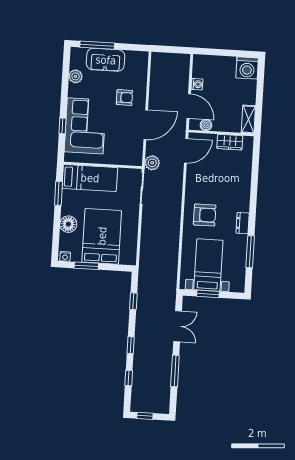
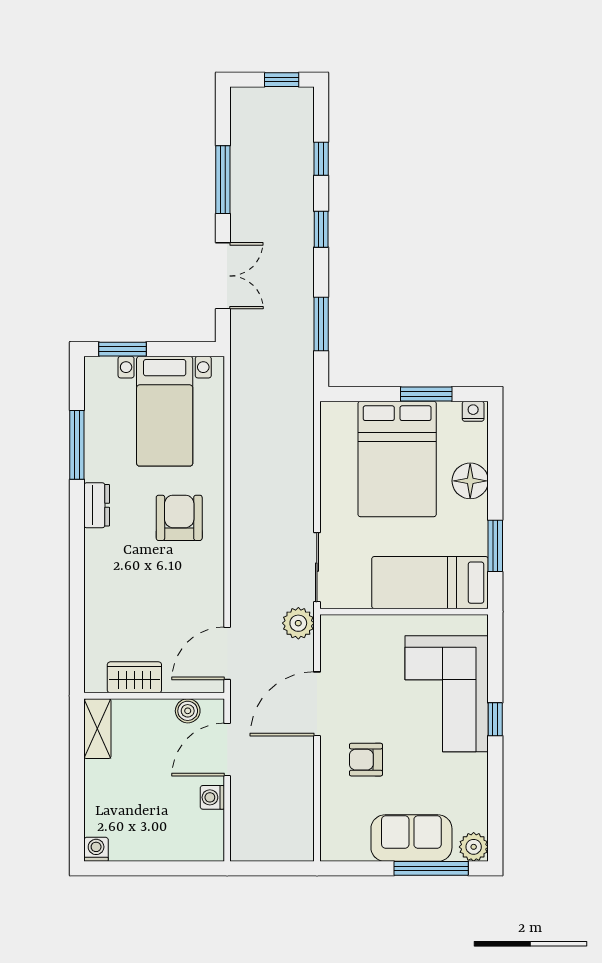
washing machine: (247, 68) -> (96, 849), width x0.53, depth x0.53
plant: (76, 76) -> (474, 847), moved
door: (189, 106) -> (227, 749), hinge flipped
window: (63, 126) -> (495, 719), moved
armchair: (205, 215) -> (179, 518), turned 90
window: (208, 294) -> (122, 349), moved
window: (133, 301) -> (321, 324), width x1.50
double door: (178, 326) -> (223, 276), swing flipped

